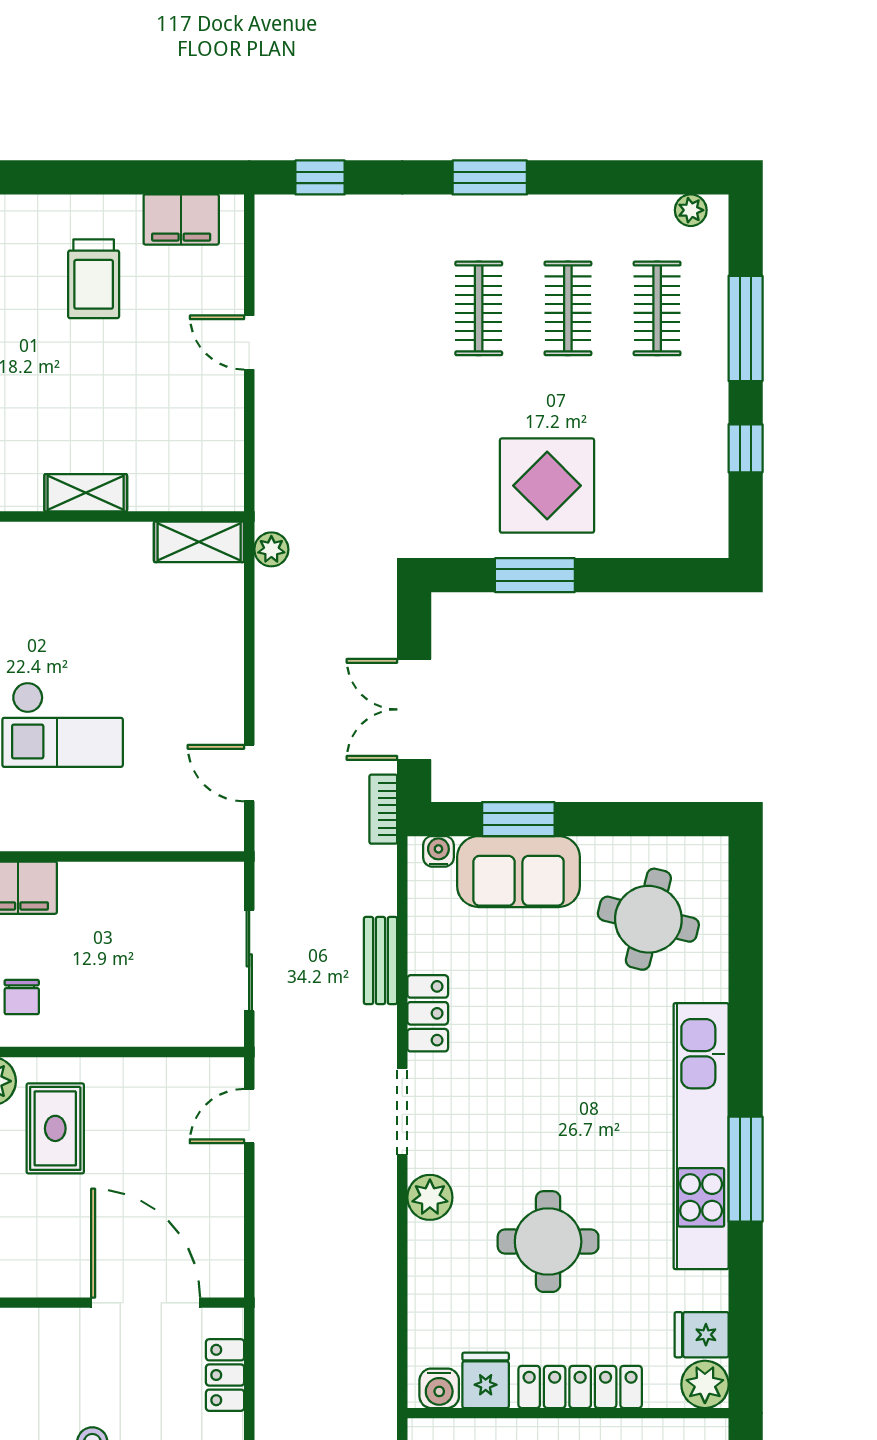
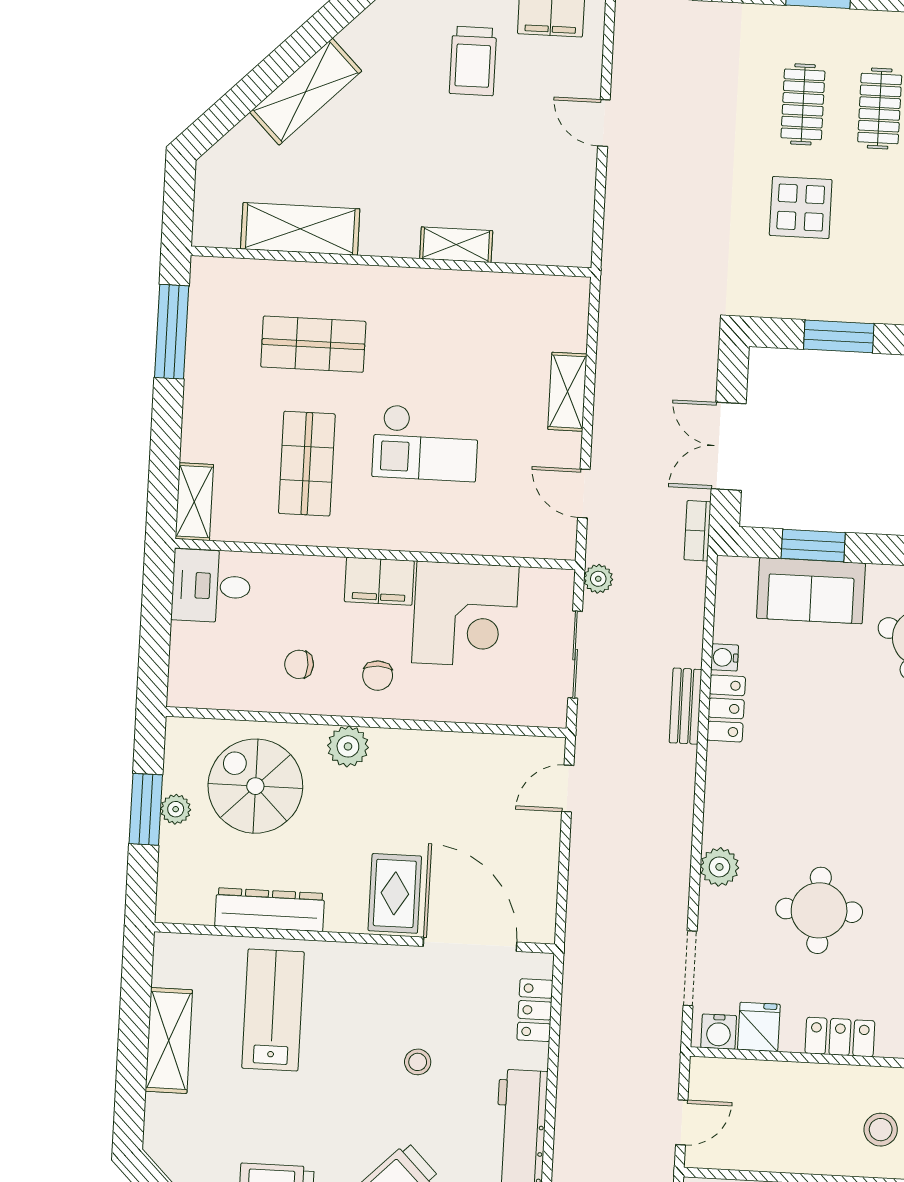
display table: (547, 486) -> (801, 208), moved, width x0.73, depth x0.73
shelving: (199, 542) -> (567, 392), moved, turned 90
plant: (271, 549) -> (598, 579), moved
water cooler: (438, 851) -> (725, 657), moved, turned -90
corner desk: (120, 921) -> (465, 615), added
bench: (380, 961) -> (686, 706), moved
doorway: (402, 1112) -> (690, 968), moved
rug: (55, 1128) -> (395, 893), moved
locker: (580, 1387) -> (840, 1037), width x0.66

